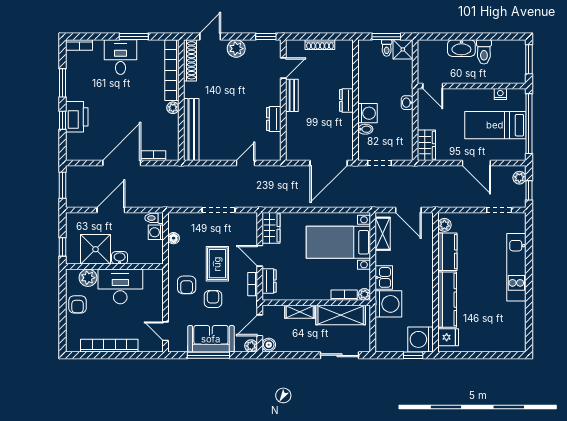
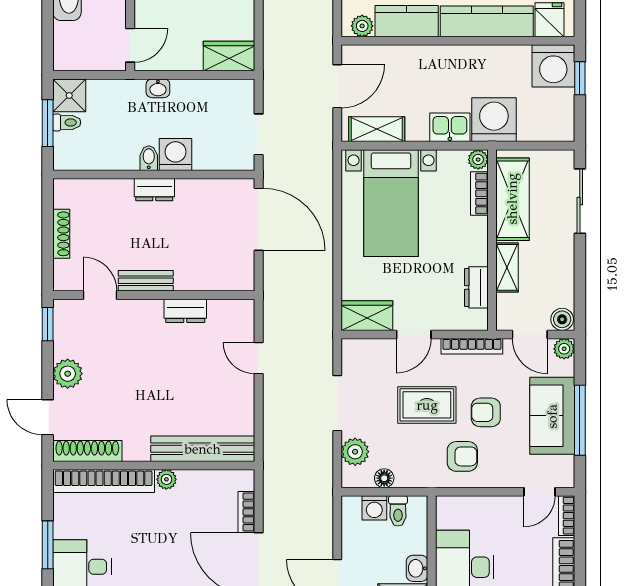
bidet: (365, 129) -> (149, 158), moved
toilet: (154, 218) -> (398, 511), moved
plant: (189, 221) -> (355, 452), added
dresser: (269, 281) -> (476, 287), moved, turned -90
bookcase: (253, 284) -> (472, 346), width x1.56
bookcase: (151, 347) -> (567, 516), added

